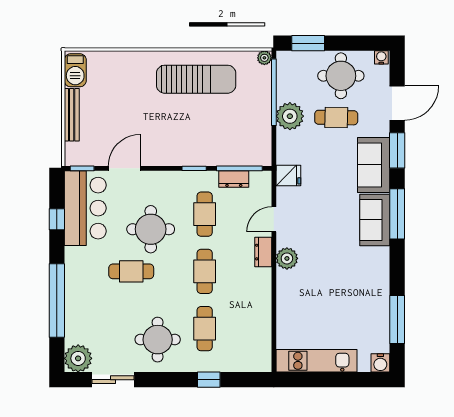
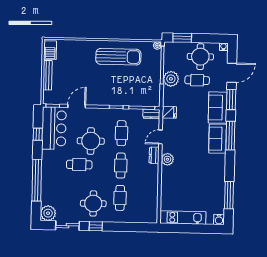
dresser: (234, 179) -> (151, 114), moved
window: (209, 380) -> (96, 226), moved

